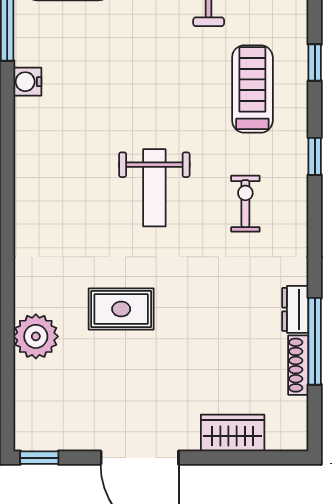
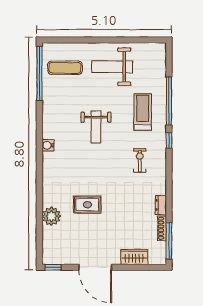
window: (315, 63) -> (169, 101), width x3.17
water cooler: (27, 82) -> (48, 145), moved
weight bench: (154, 188) -> (96, 127), moved
window: (315, 341) -> (169, 241), moved

